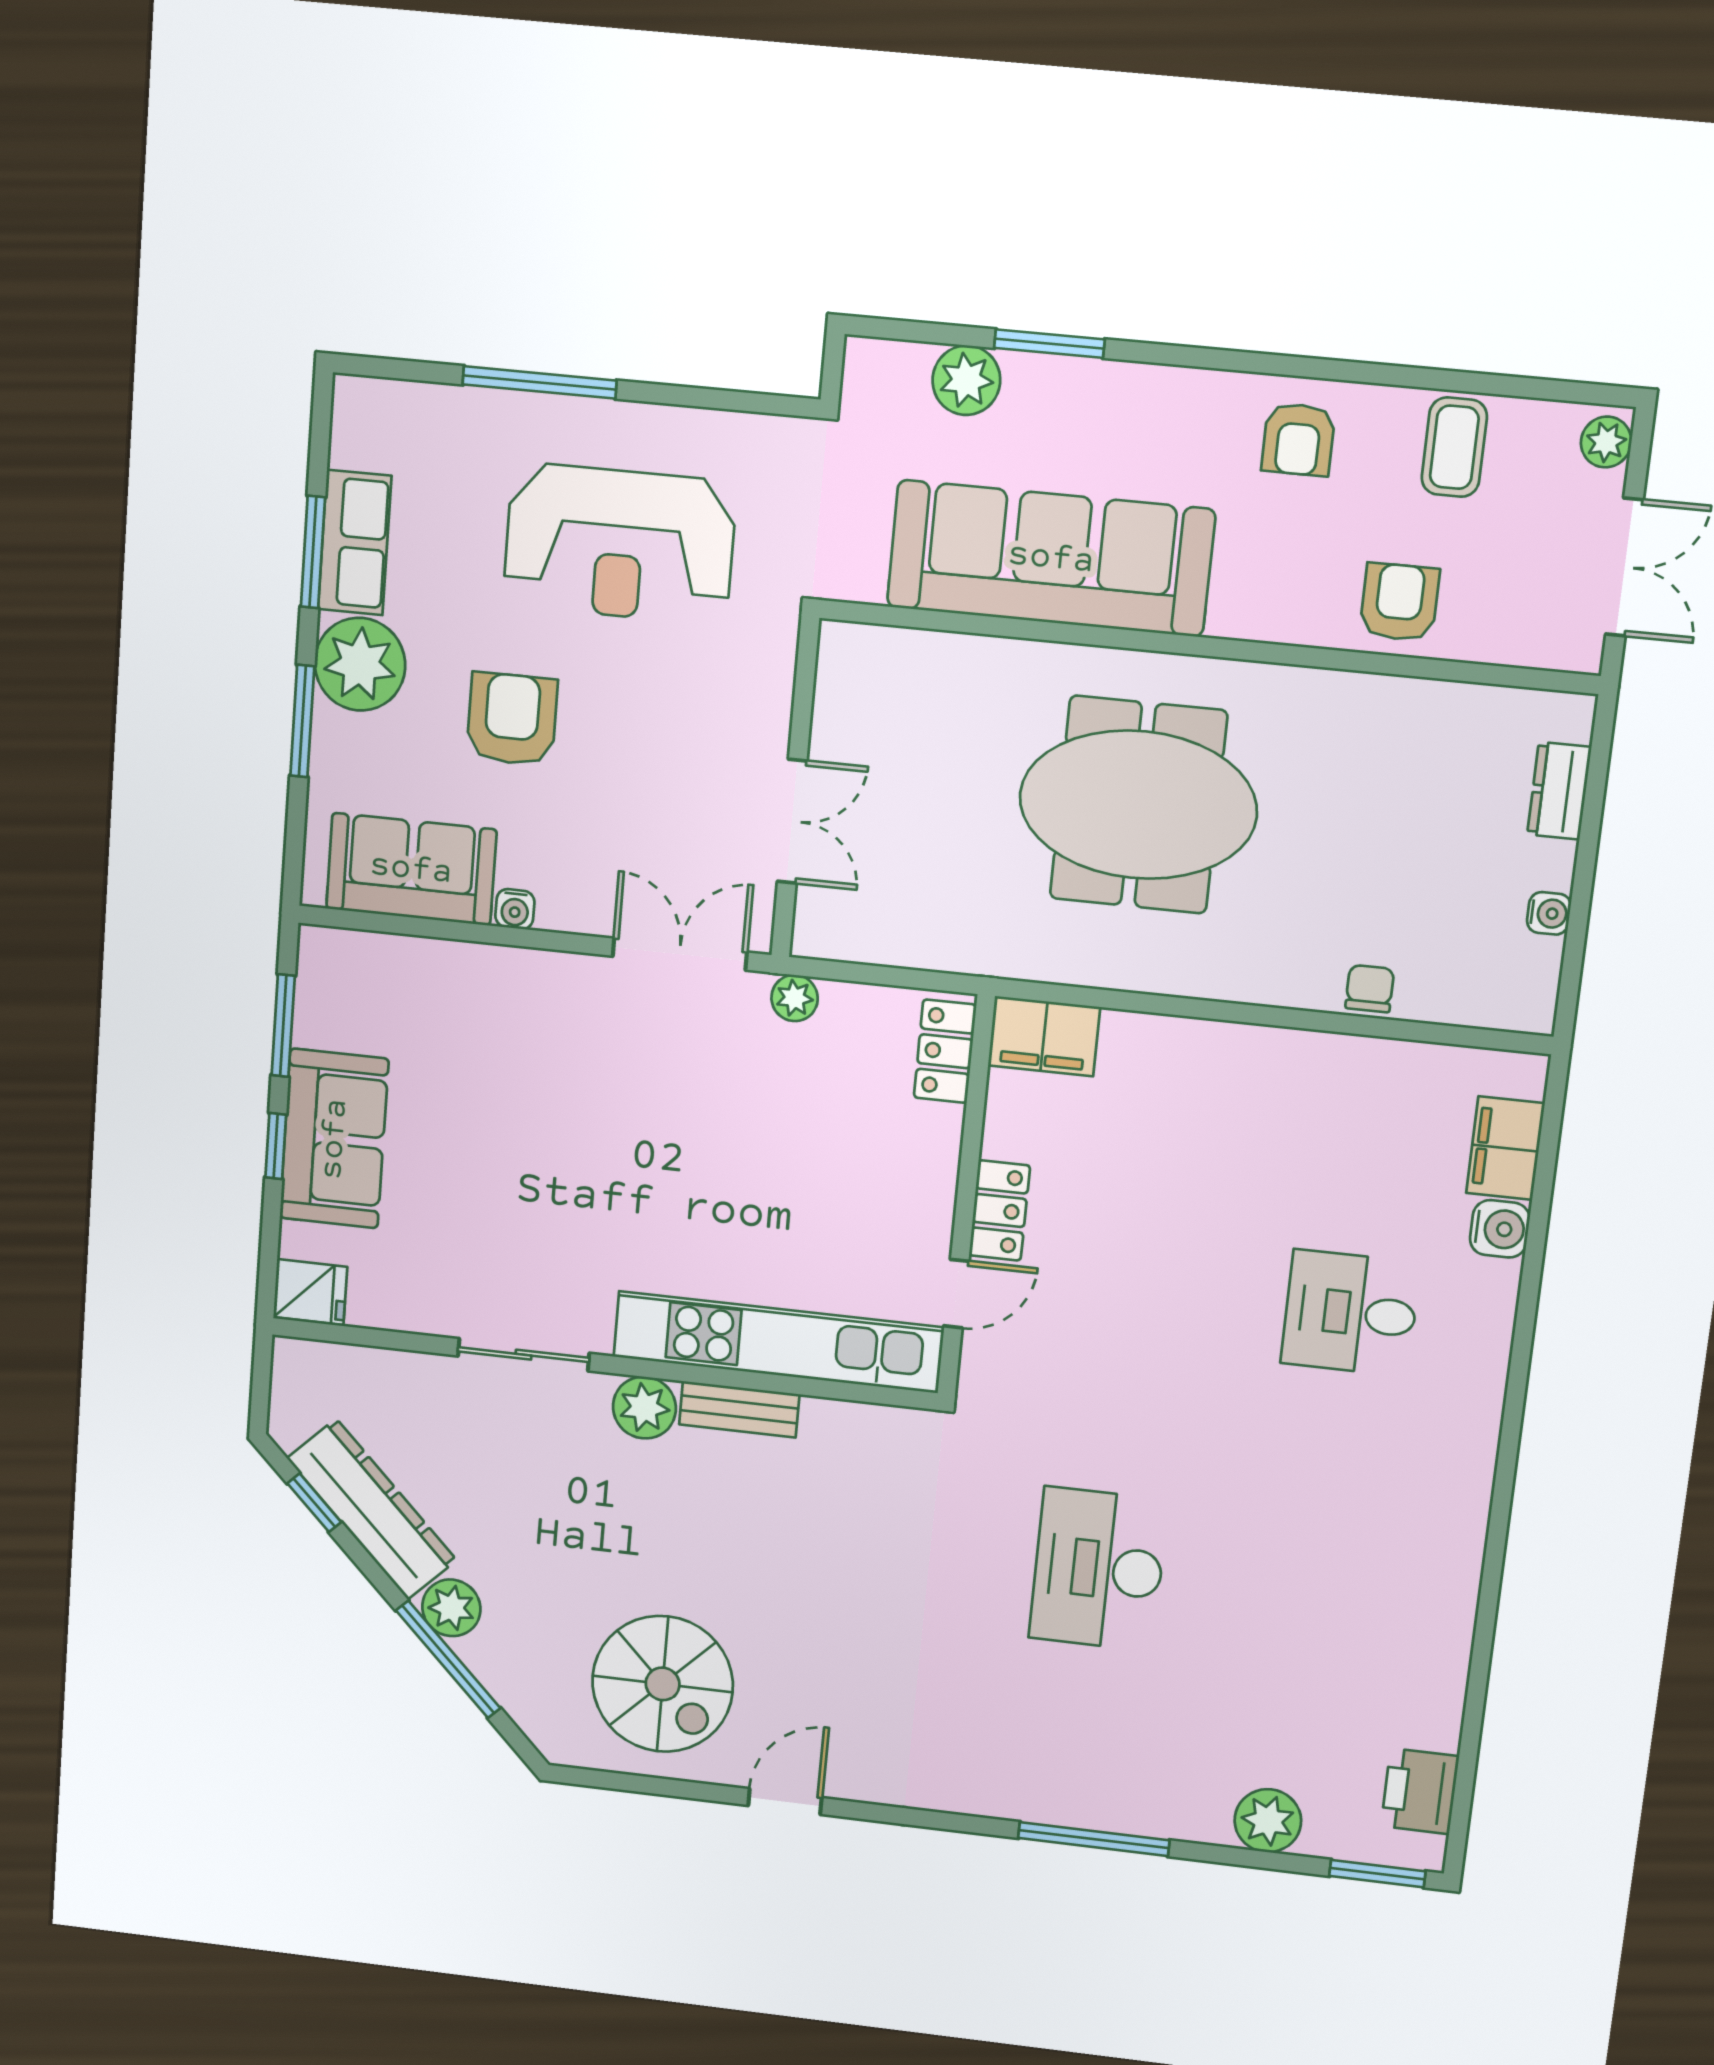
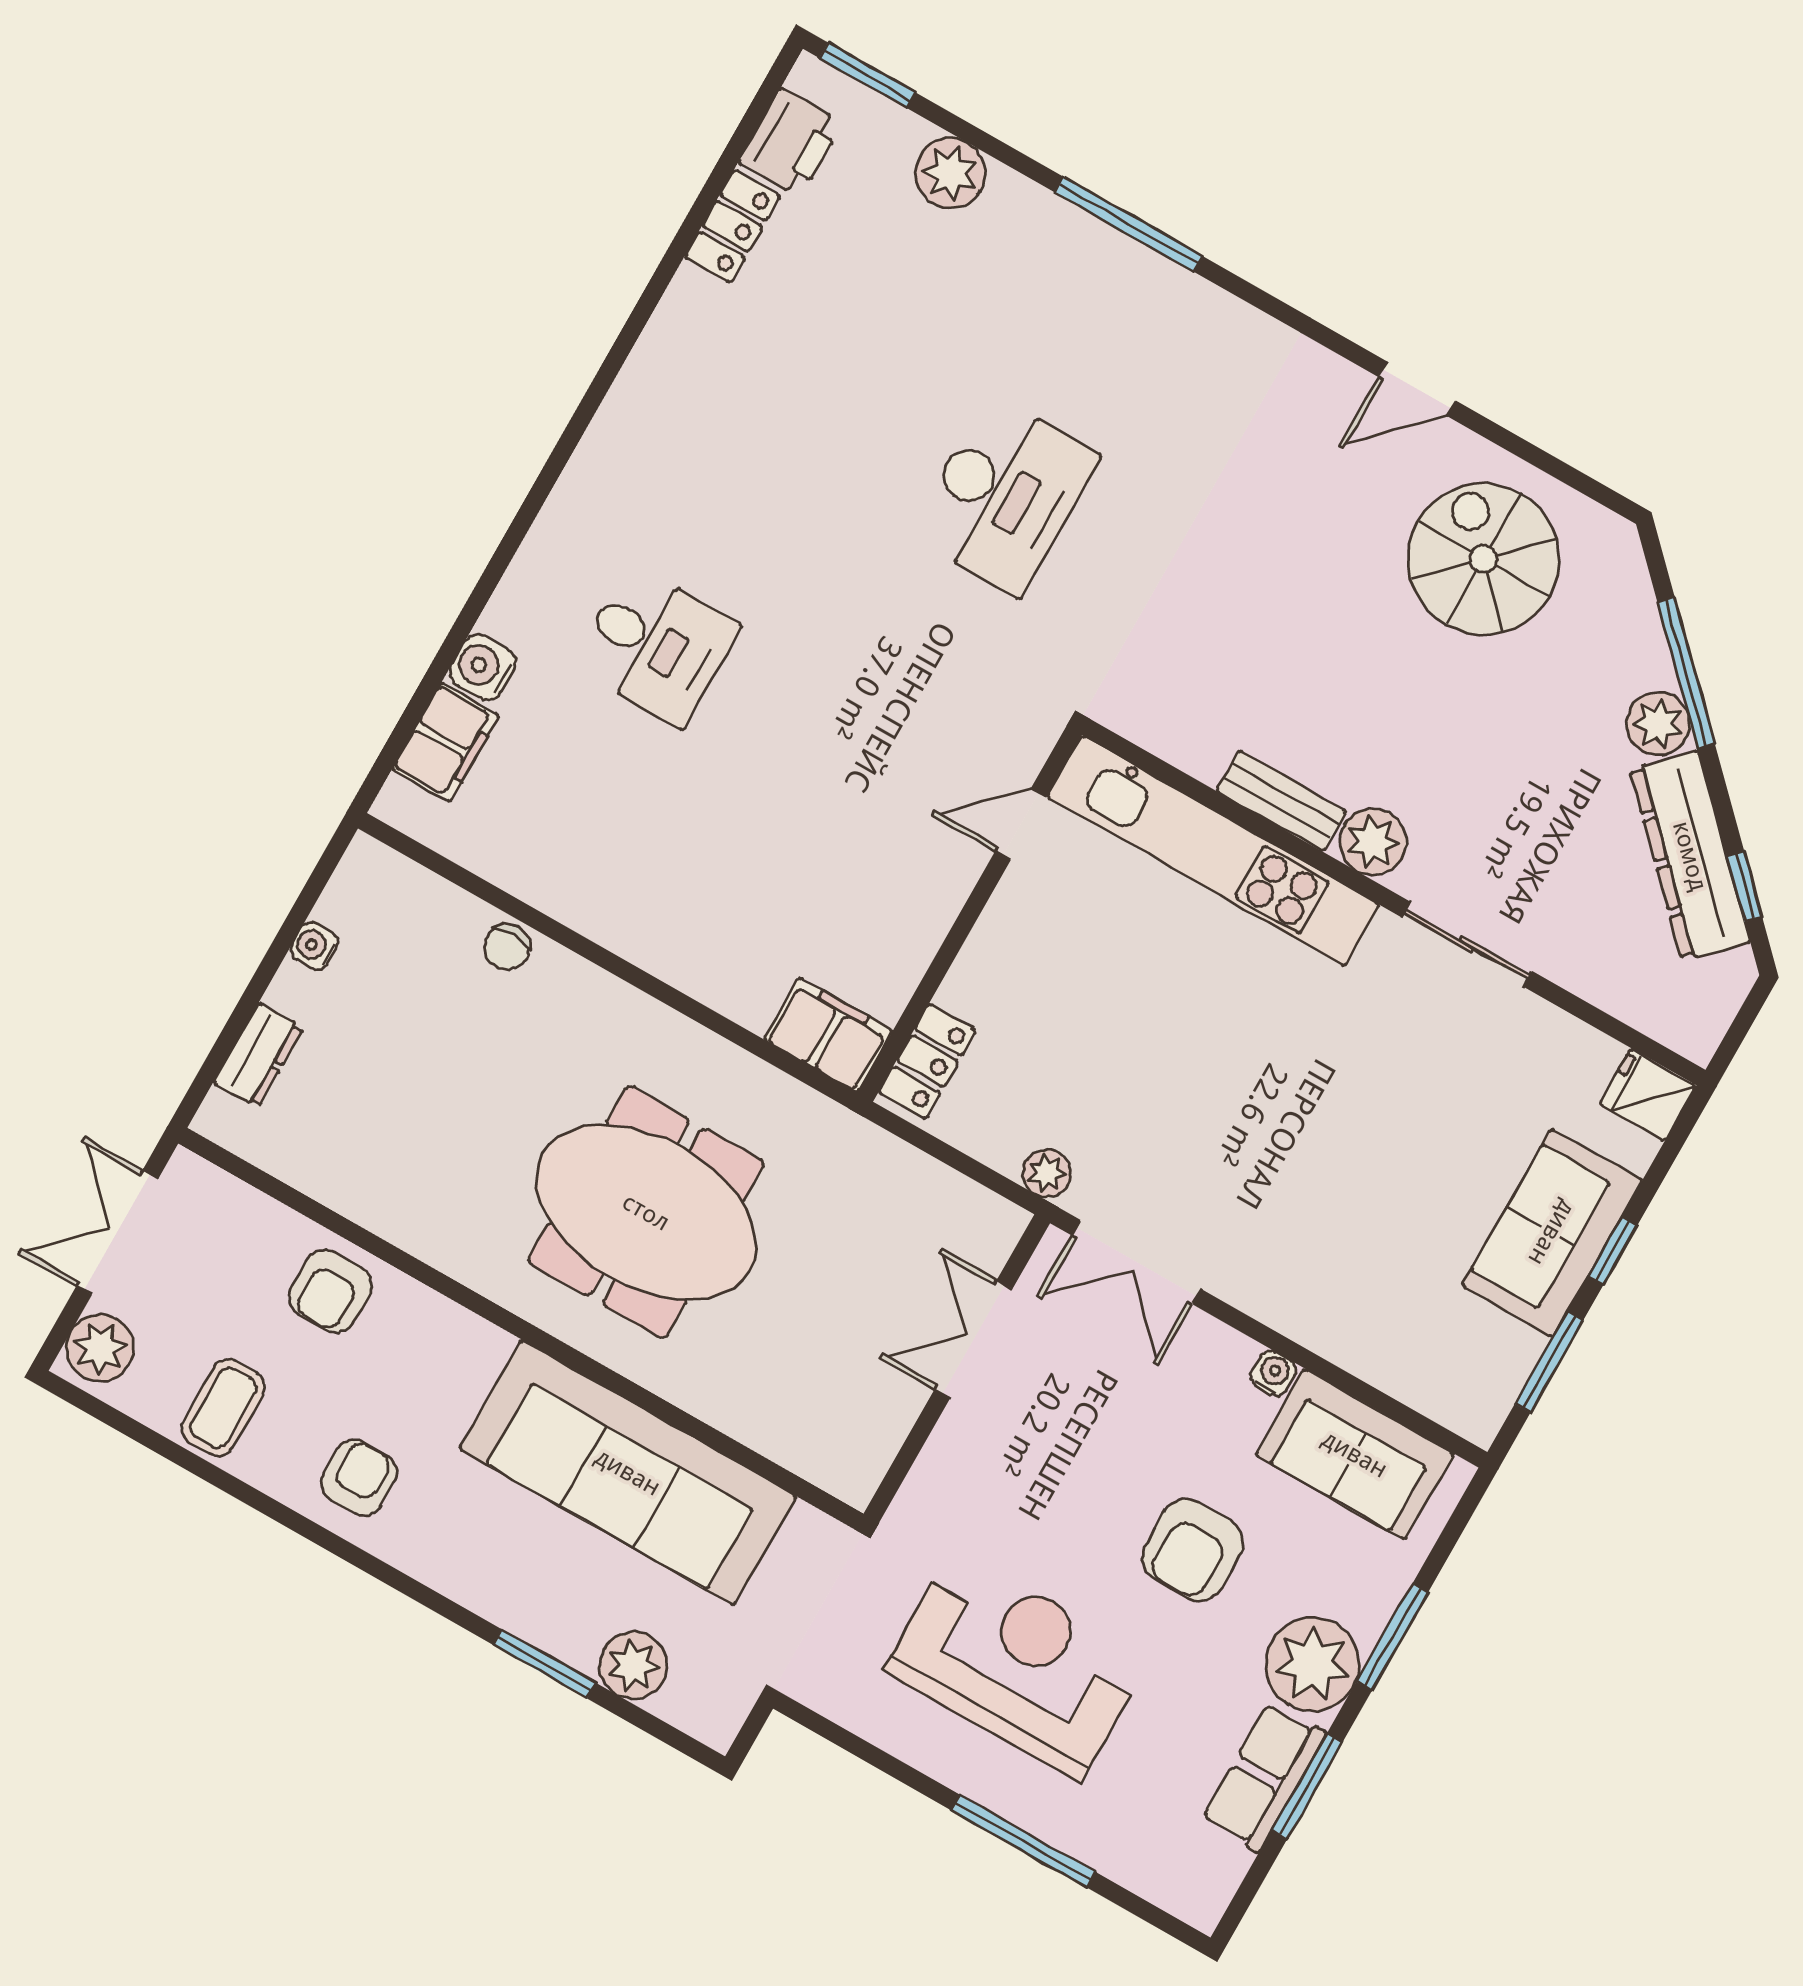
plant: (1606, 442) -> (100, 1348), width x1.38, depth x1.38
locker: (1000, 1210) -> (732, 226), moved, turned 180

